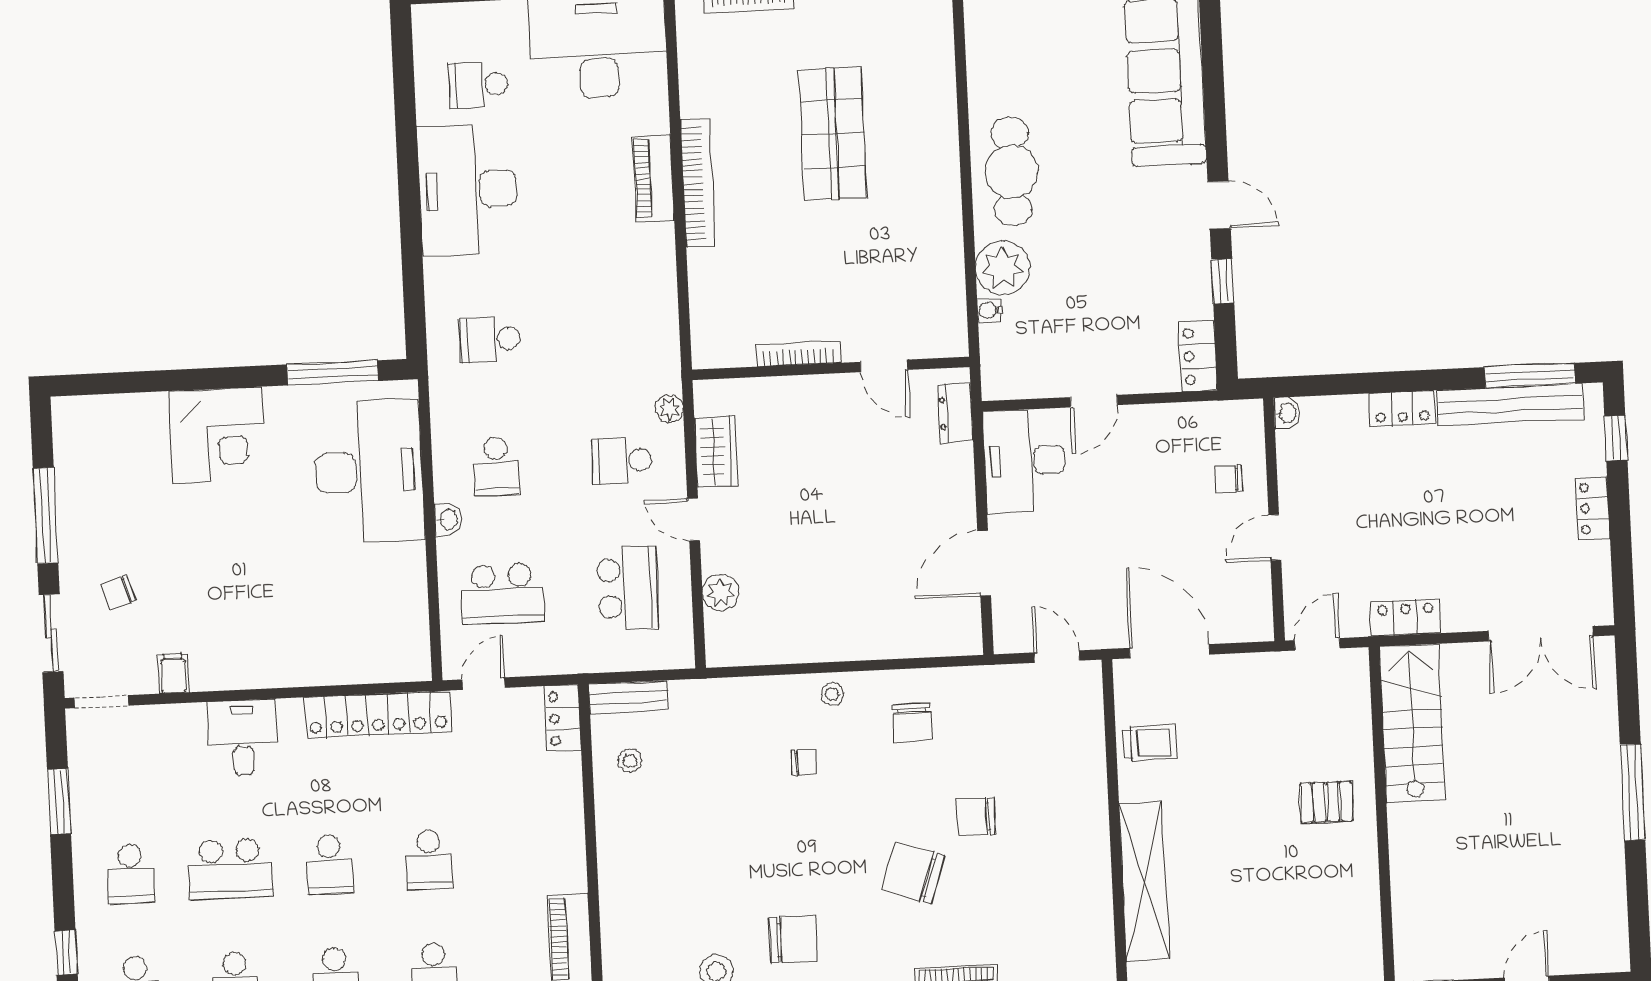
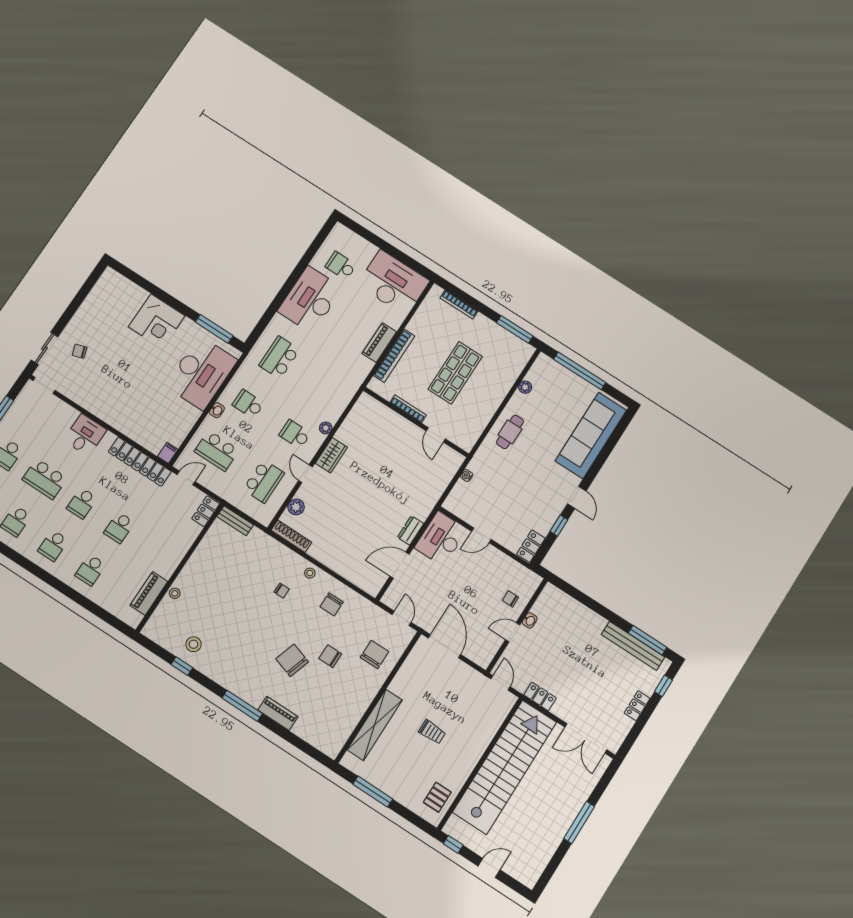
cafe table: (1012, 172) -> (510, 432), width x0.73, depth x0.74
plant: (1003, 268) -> (525, 387), moved, width x0.53, depth x0.53
school desk: (490, 339) -> (279, 357), width x1.85
bookcase: (799, 354) -> (408, 409), moved
door: (884, 366) -> (436, 435), moved
wall: (831, 368) -> (416, 422), moved
locker: (1402, 408) -> (592, 619), removed
dresser: (955, 413) -> (411, 530), moved
washbasin: (1287, 413) -> (530, 620), moved
school desk: (496, 467) -> (248, 404), turned 90
window: (45, 515) -> (74, 306), removed
door: (1317, 644) -> (501, 683), hinge flipped
shoe rack: (751, 652) -> (291, 536), added
filing cabinet: (173, 673) -> (168, 453), moved
stairs: (1412, 723) -> (505, 767), width x1.86, depth x1.51
trolley: (1150, 743) -> (432, 732), moved
stool: (630, 761) -> (175, 593), moved
pallet: (1326, 802) -> (437, 797), moved, turned 90
chair: (793, 939) -> (375, 654), moved, turned -90

